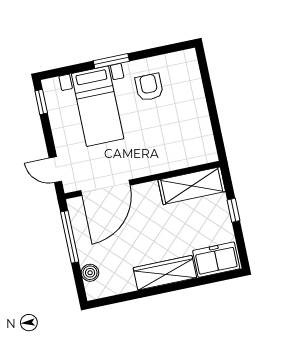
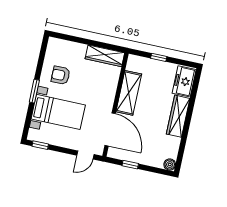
wardrobe: (203, 136) -> (105, 56), added
shelving: (192, 186) -> (129, 93), moved
window: (70, 237) -> (130, 165), width x0.46
boiler: (90, 273) -> (170, 165), moved

